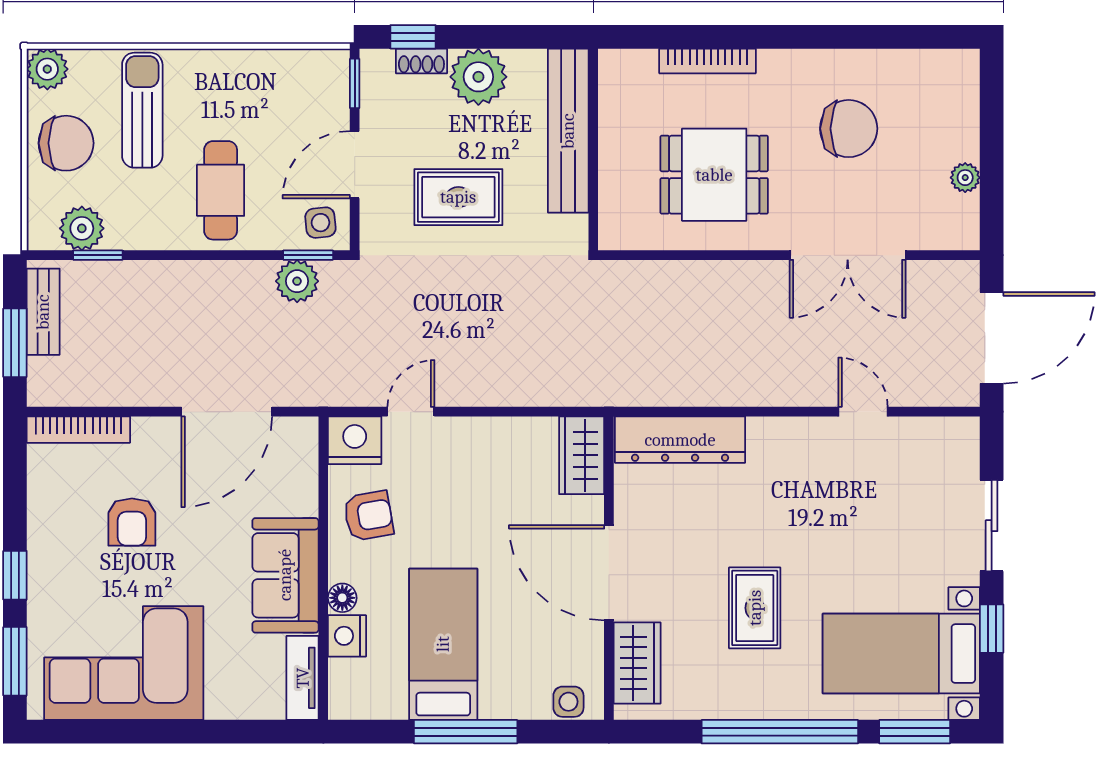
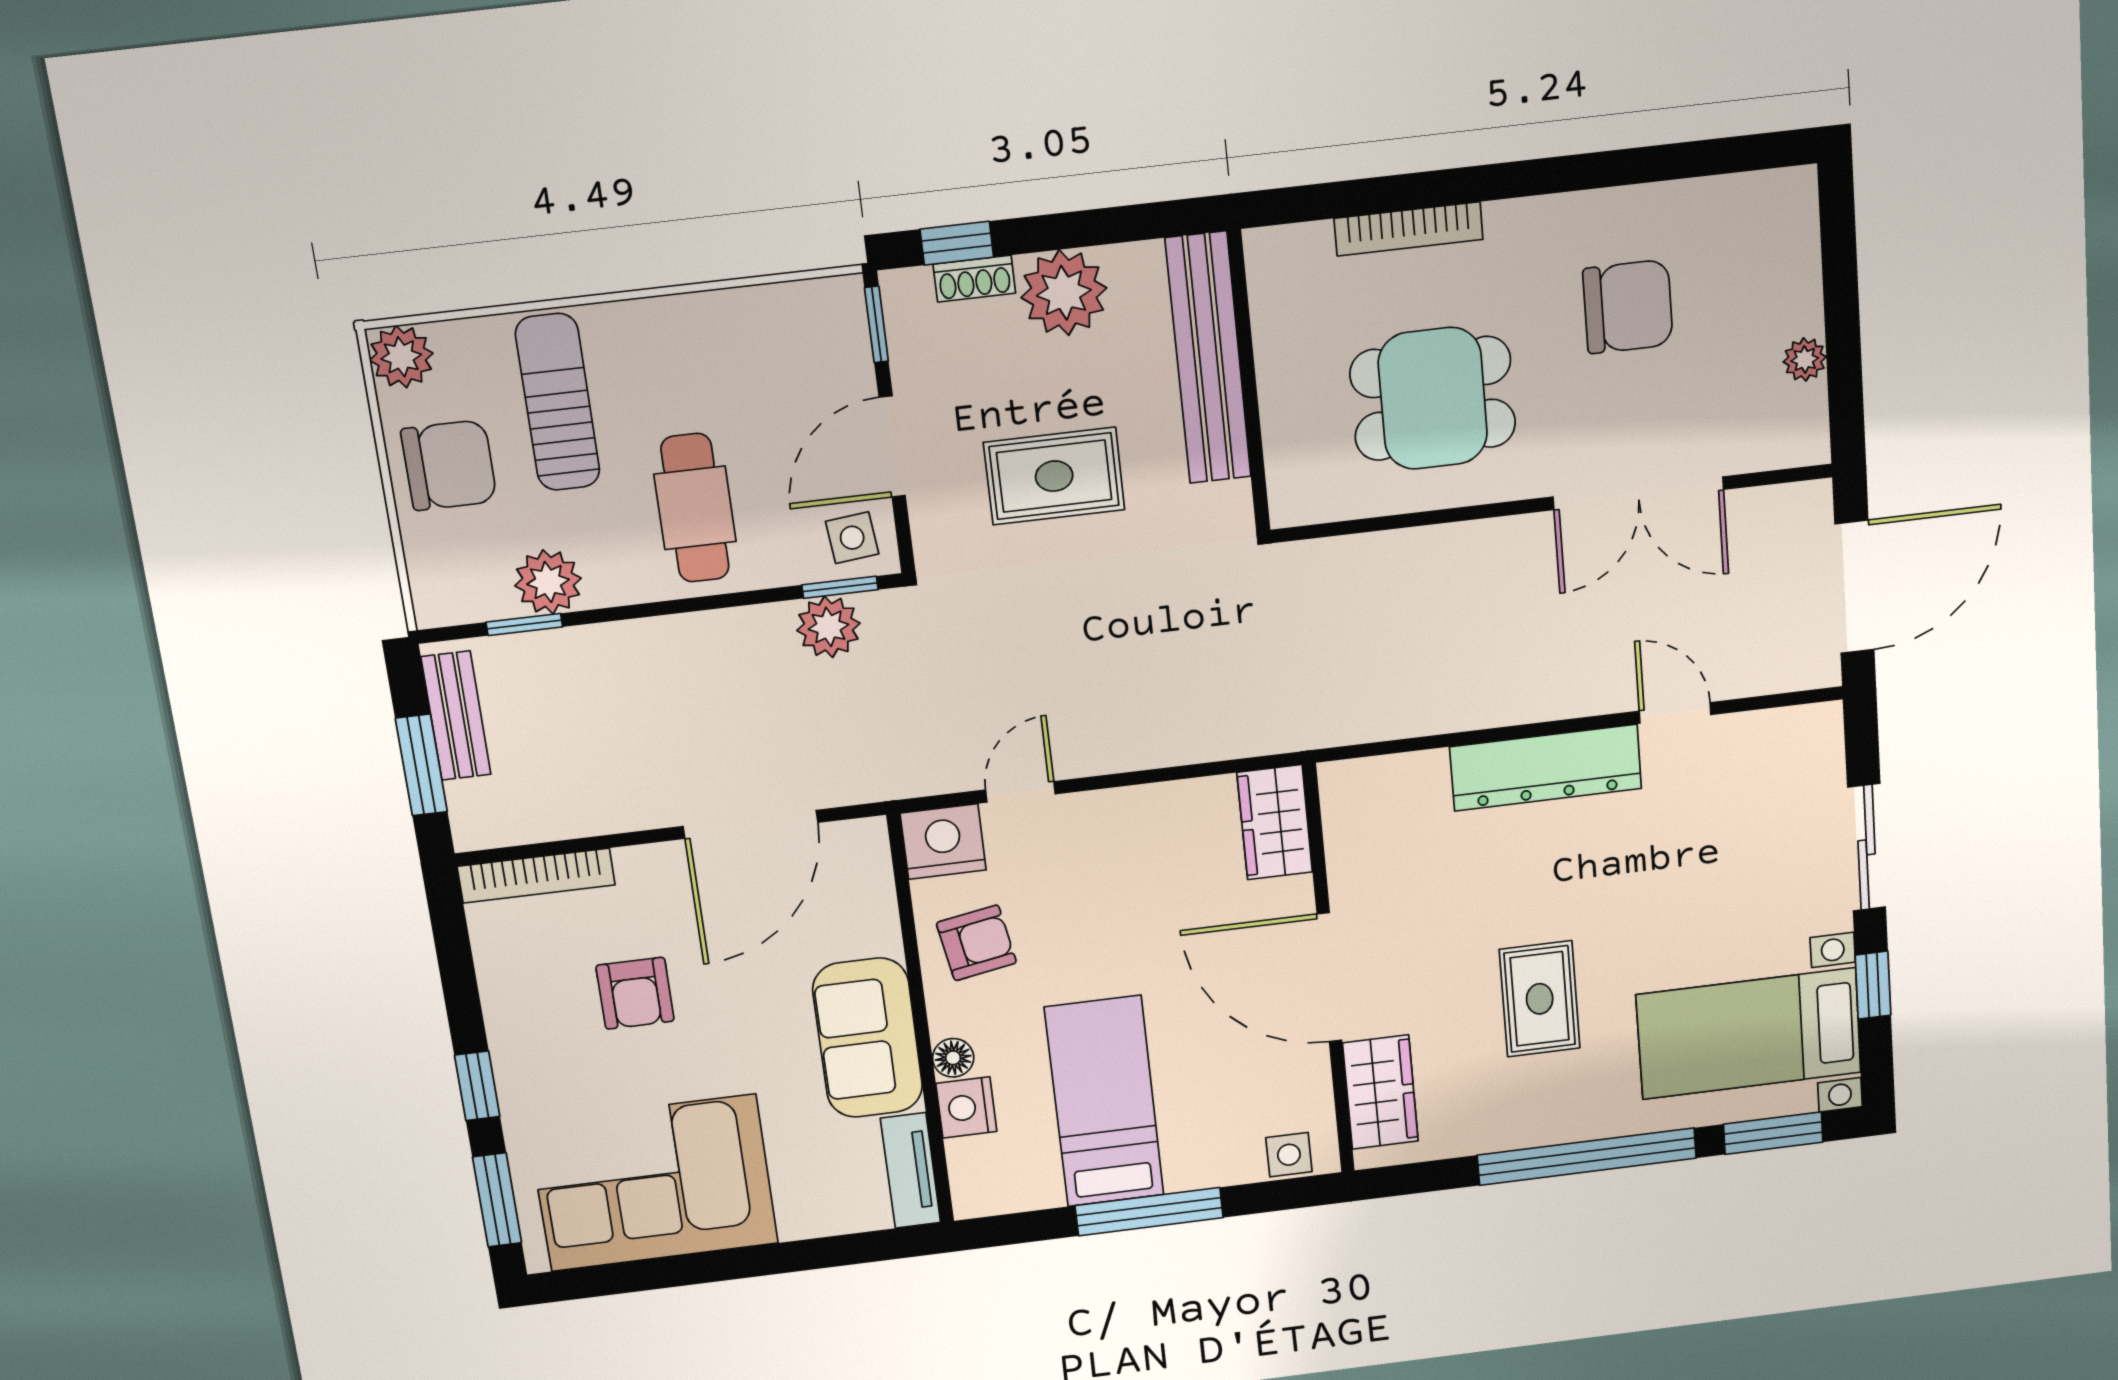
plant: (82, 228) -> (548, 582), moved
dresser: (680, 440) -> (1546, 768), moved

